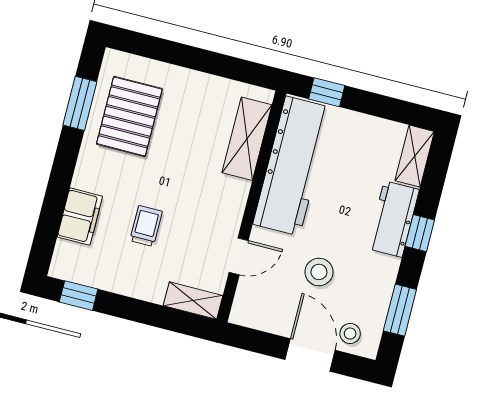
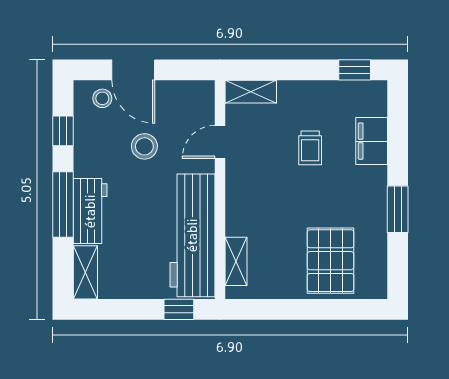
window: (80, 103) -> (398, 209), moved
pallet: (129, 116) -> (330, 261), moved
shelving: (247, 139) -> (236, 261), width x0.67, depth x0.75
window: (420, 233) -> (63, 204), width x2.17
window: (400, 310) -> (63, 131), width x0.67

